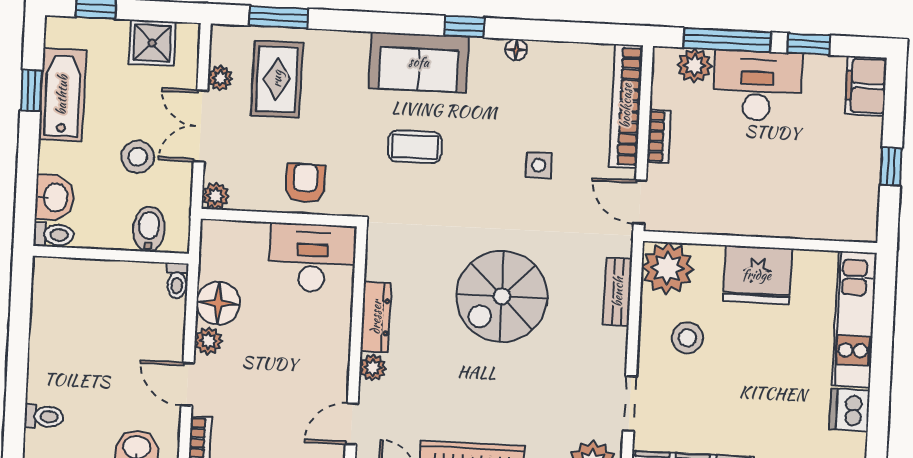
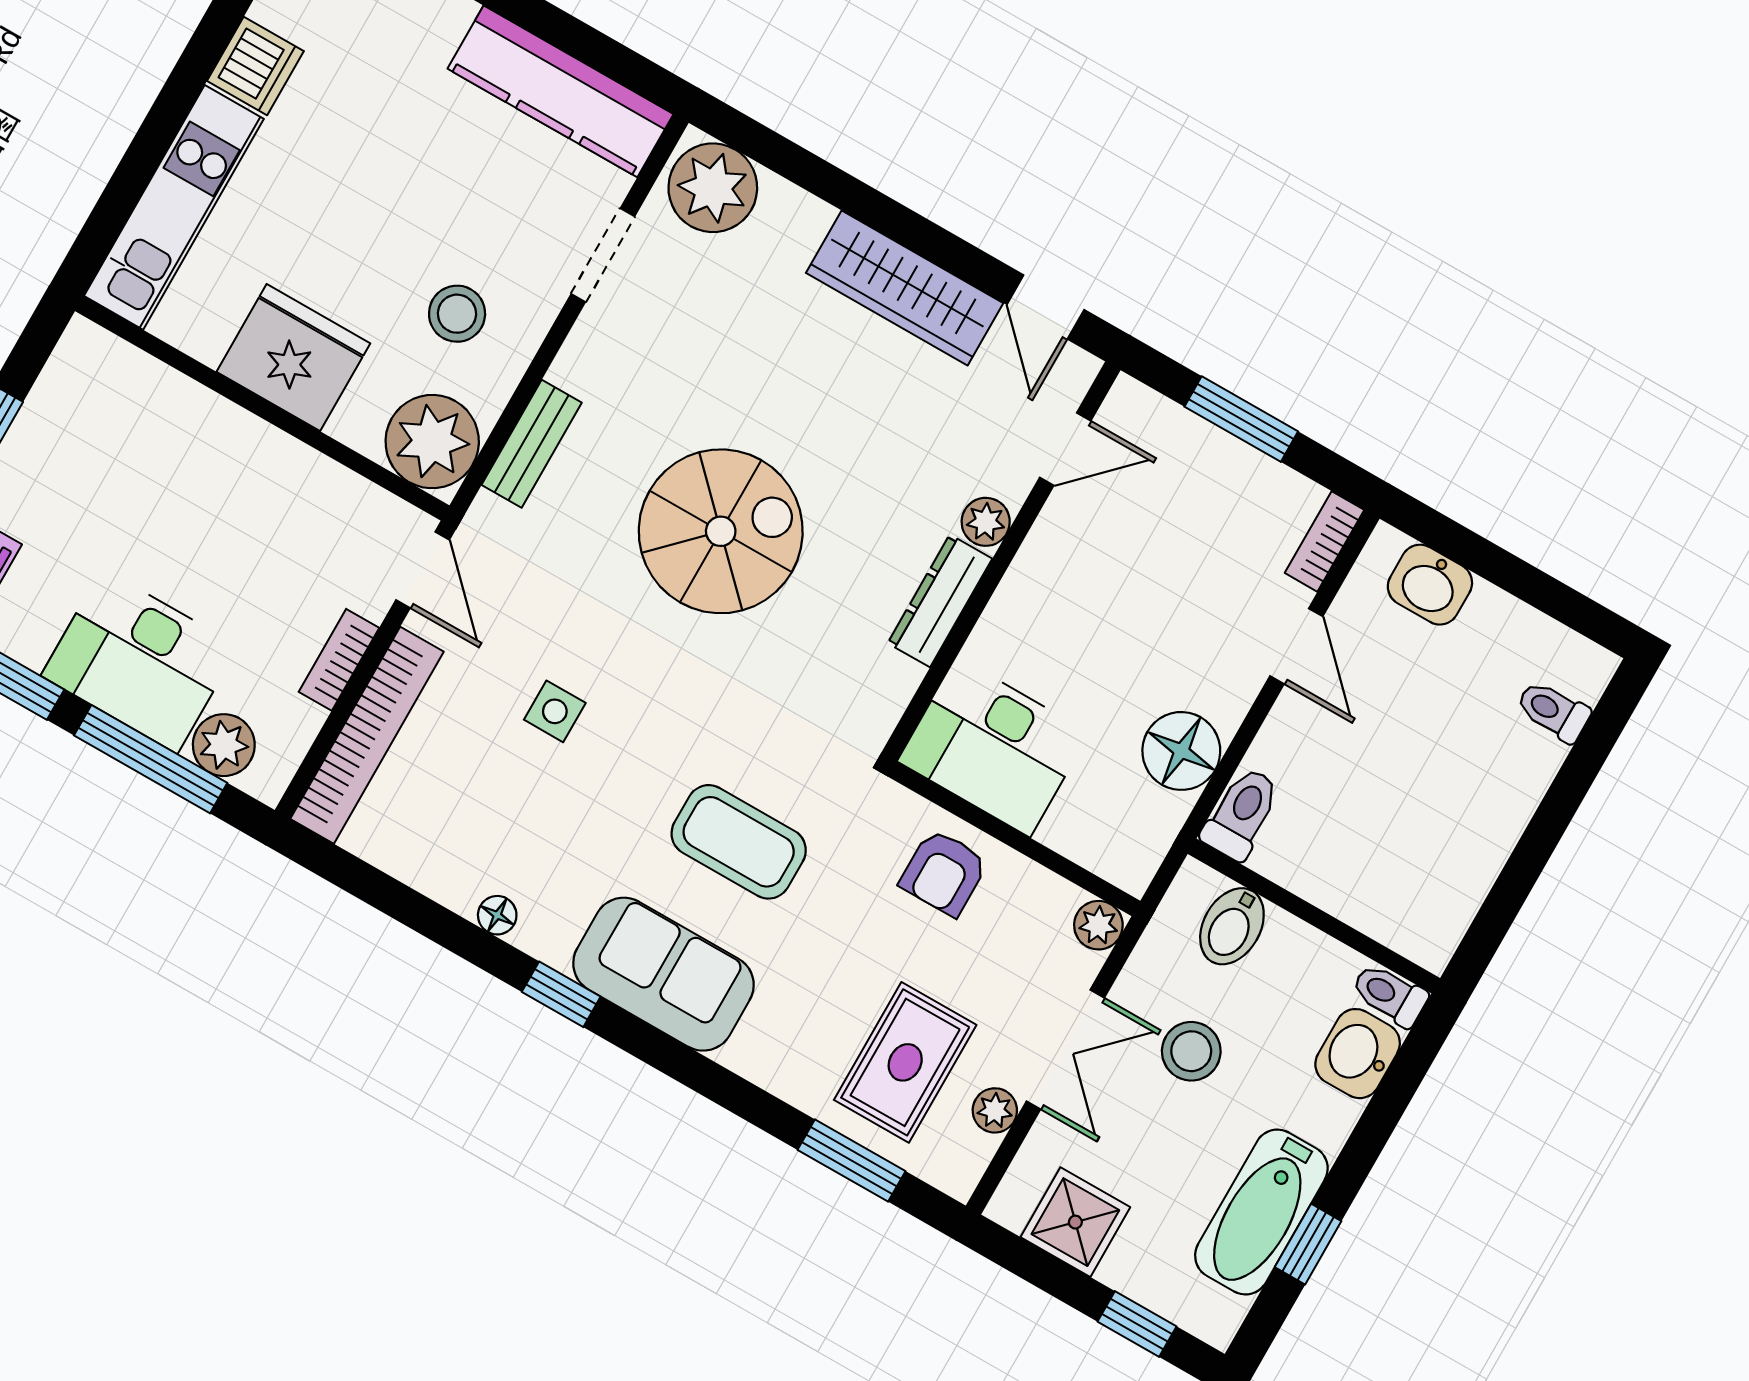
coffee table: (415, 147) -> (739, 842), width x1.36, depth x1.30
toilet: (177, 281) -> (1241, 814), width x1.37, depth x1.39
plant: (208, 341) -> (1228, 699), removed

